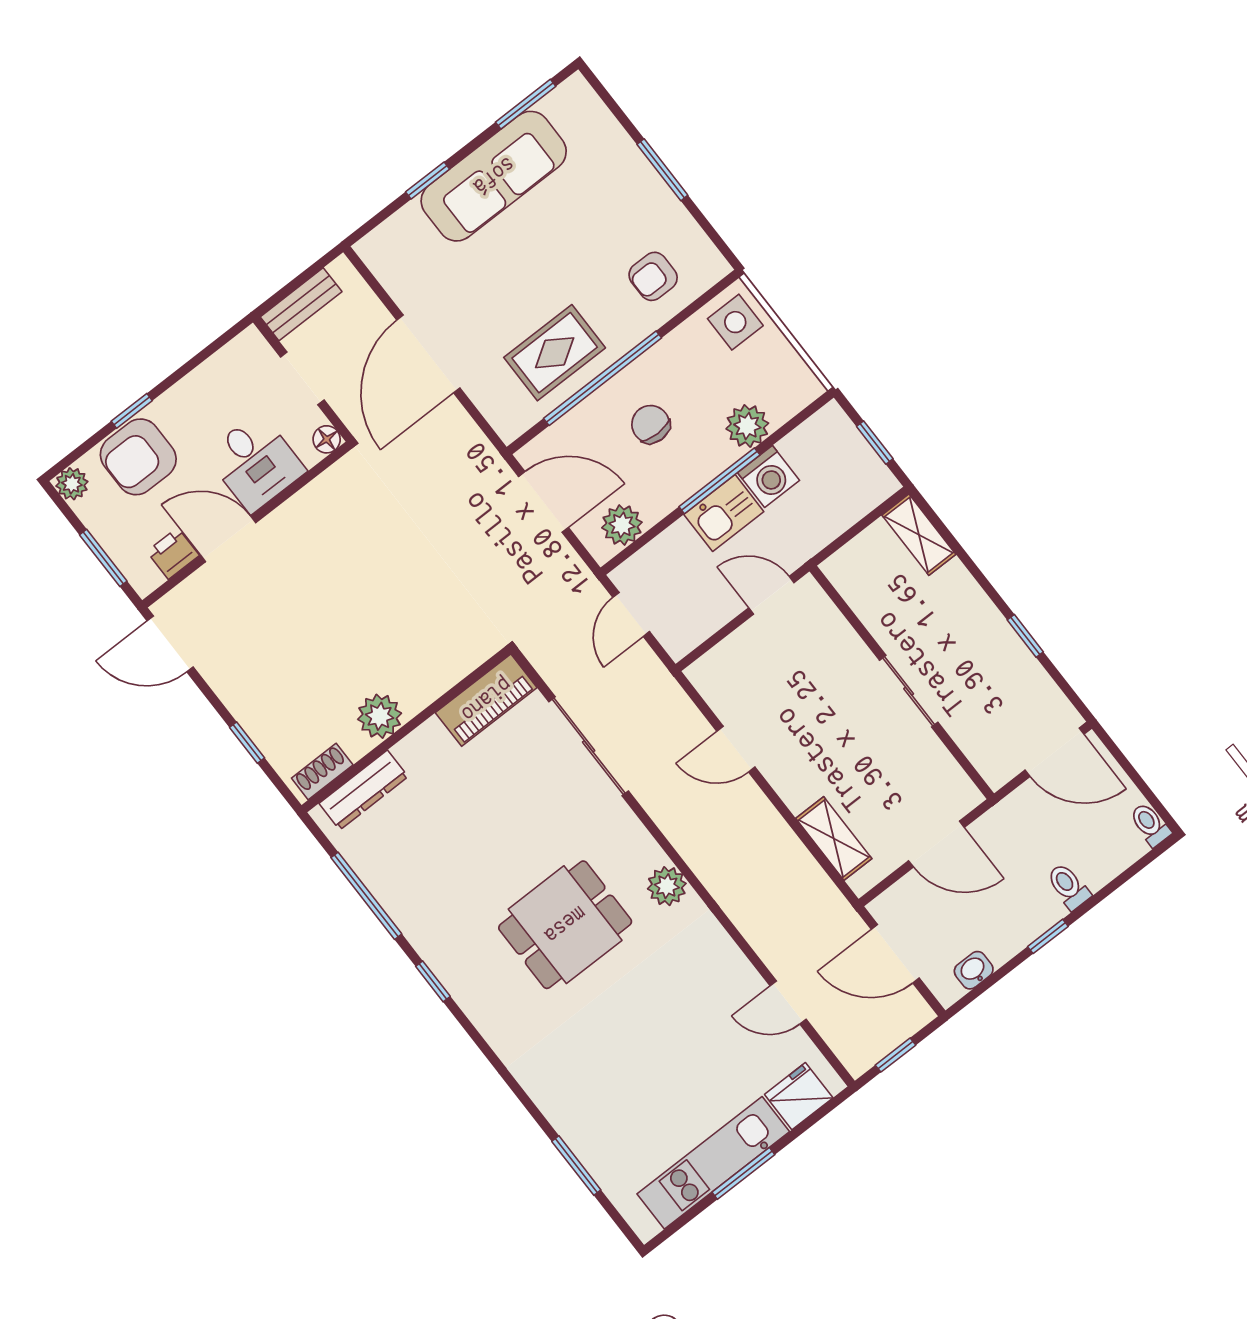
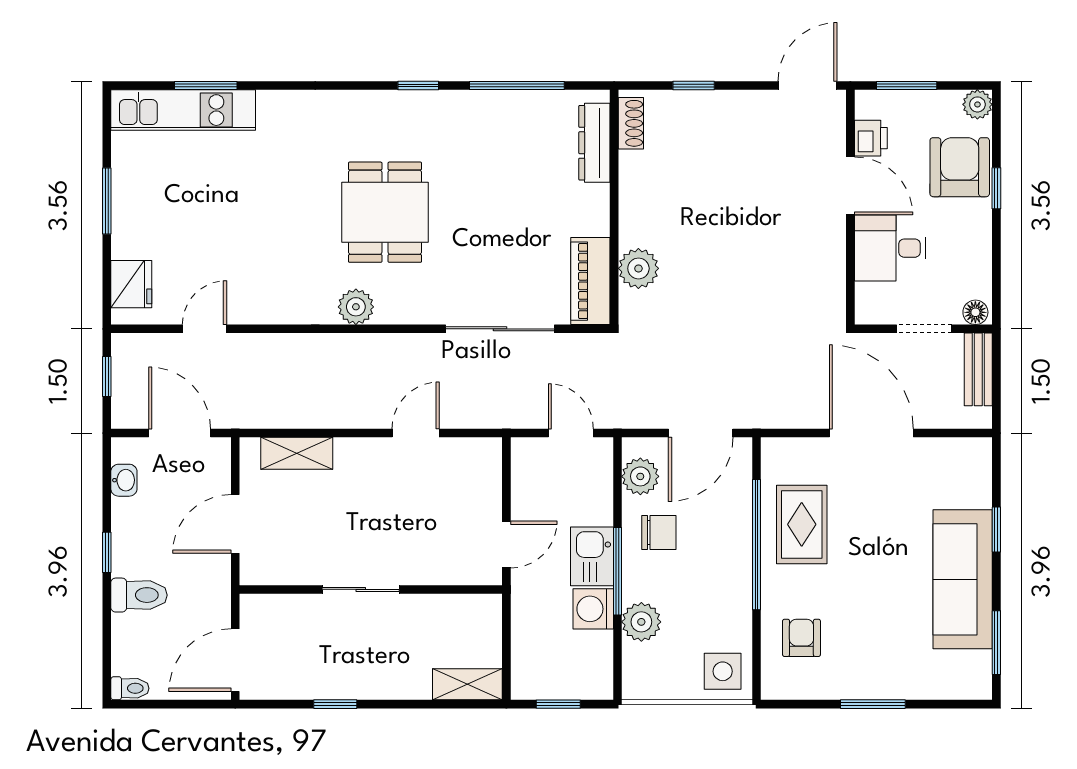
chair: (651, 424) -> (659, 532), moved
floor lamp: (327, 439) -> (975, 312), moved
door: (228, 539) -> (850, 186), hinge flipped
plant: (380, 716) -> (638, 268), moved
toilet: (1068, 886) -> (139, 595), width x1.37, depth x1.39
door: (895, 954) -> (180, 433), hinge flipped
kitchen unit: (713, 1163) -> (183, 110), moved, turned 90

